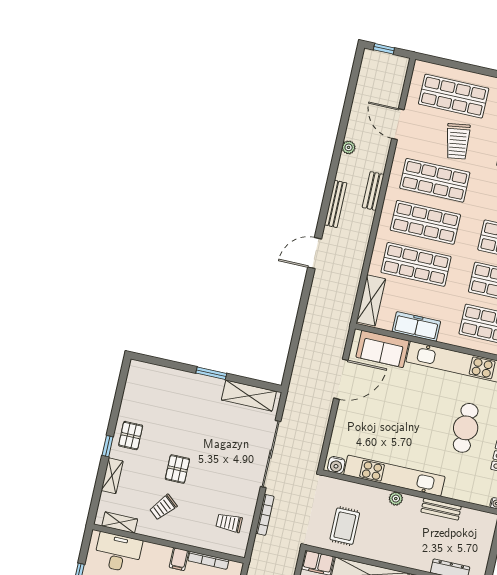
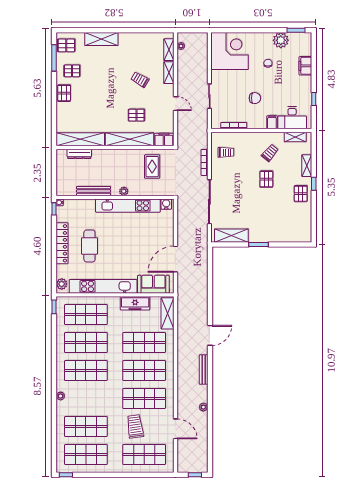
bench: (373, 191) -> (182, 383), removed
bench: (441, 509) -> (94, 191), width x1.36
filing cabinet: (179, 559) -> (272, 122), moved

